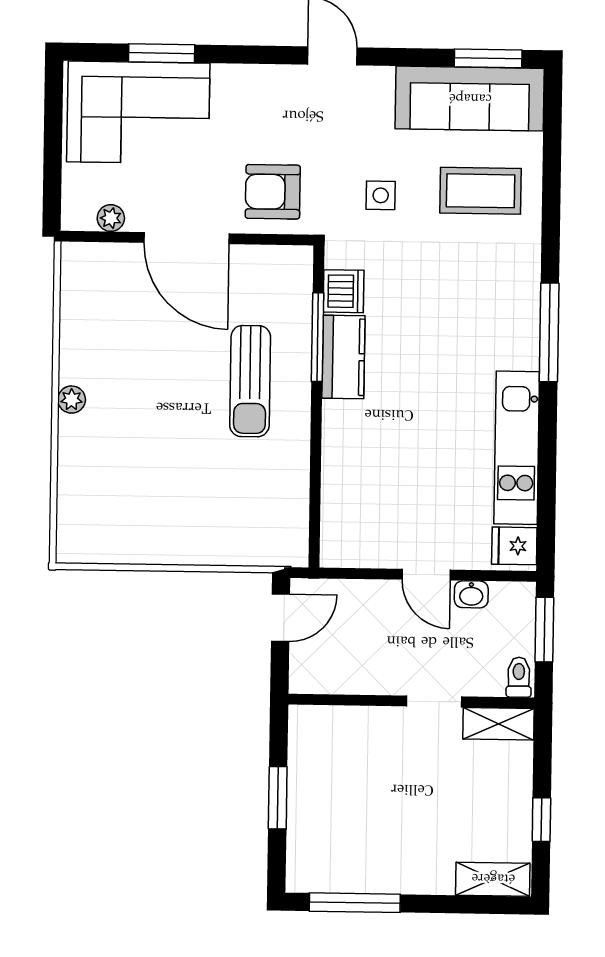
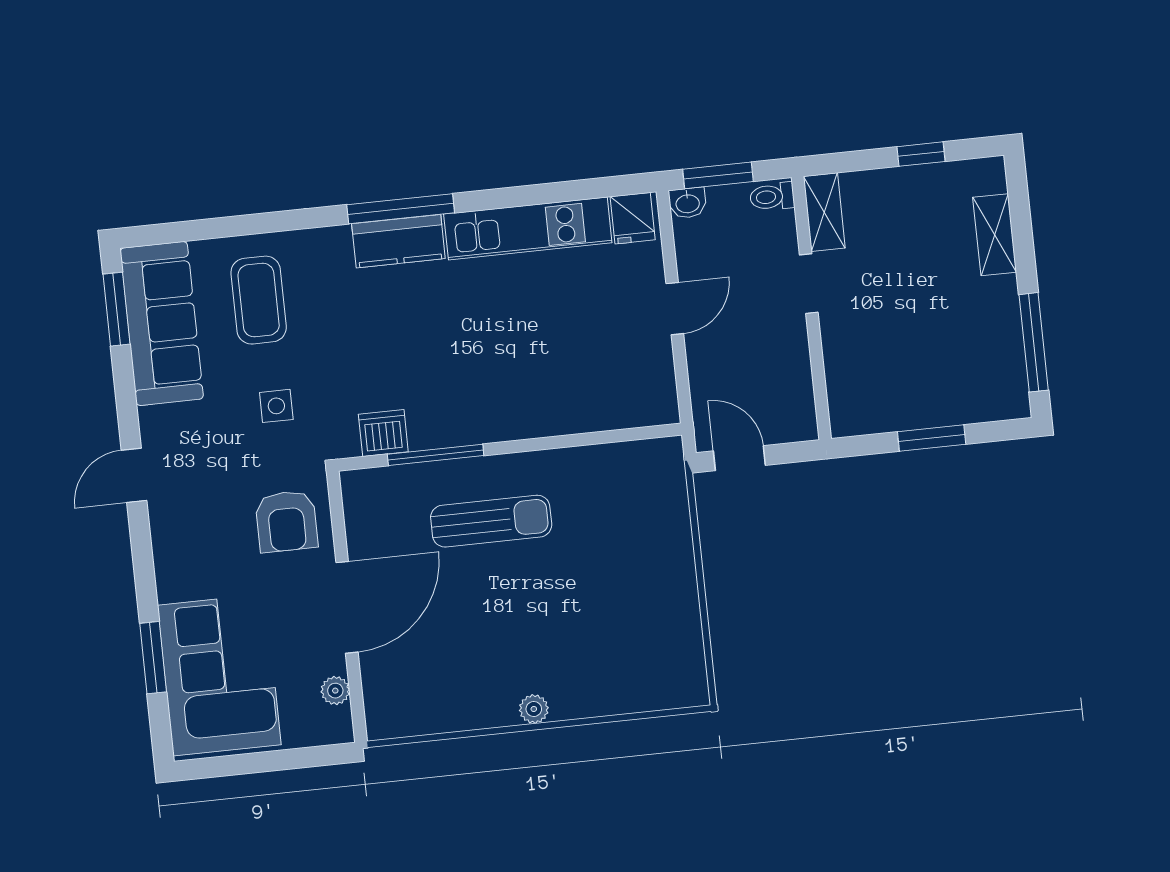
kitchen counter: (343, 357) -> (398, 241), moved, turned 180
washbasin: (471, 594) -> (688, 203), moved, turned 90
shelving: (493, 879) -> (995, 235), moved

